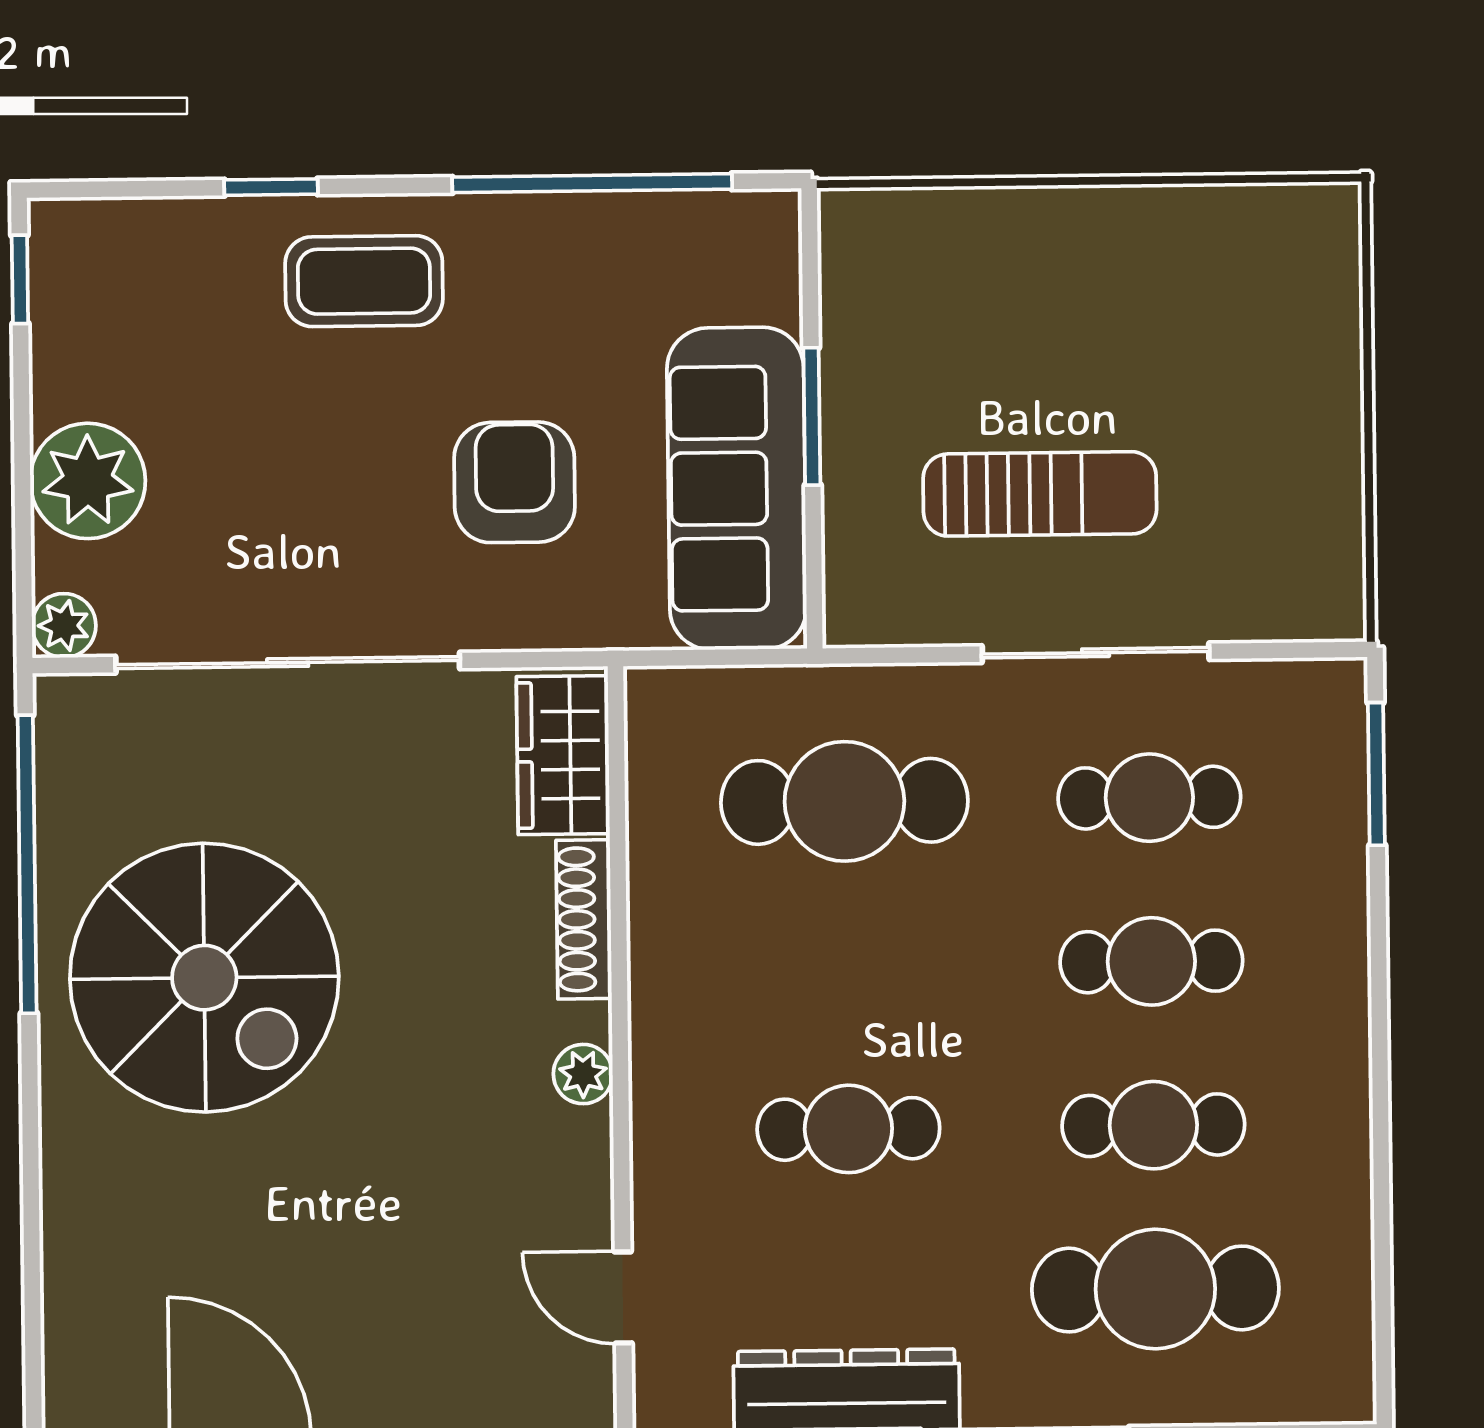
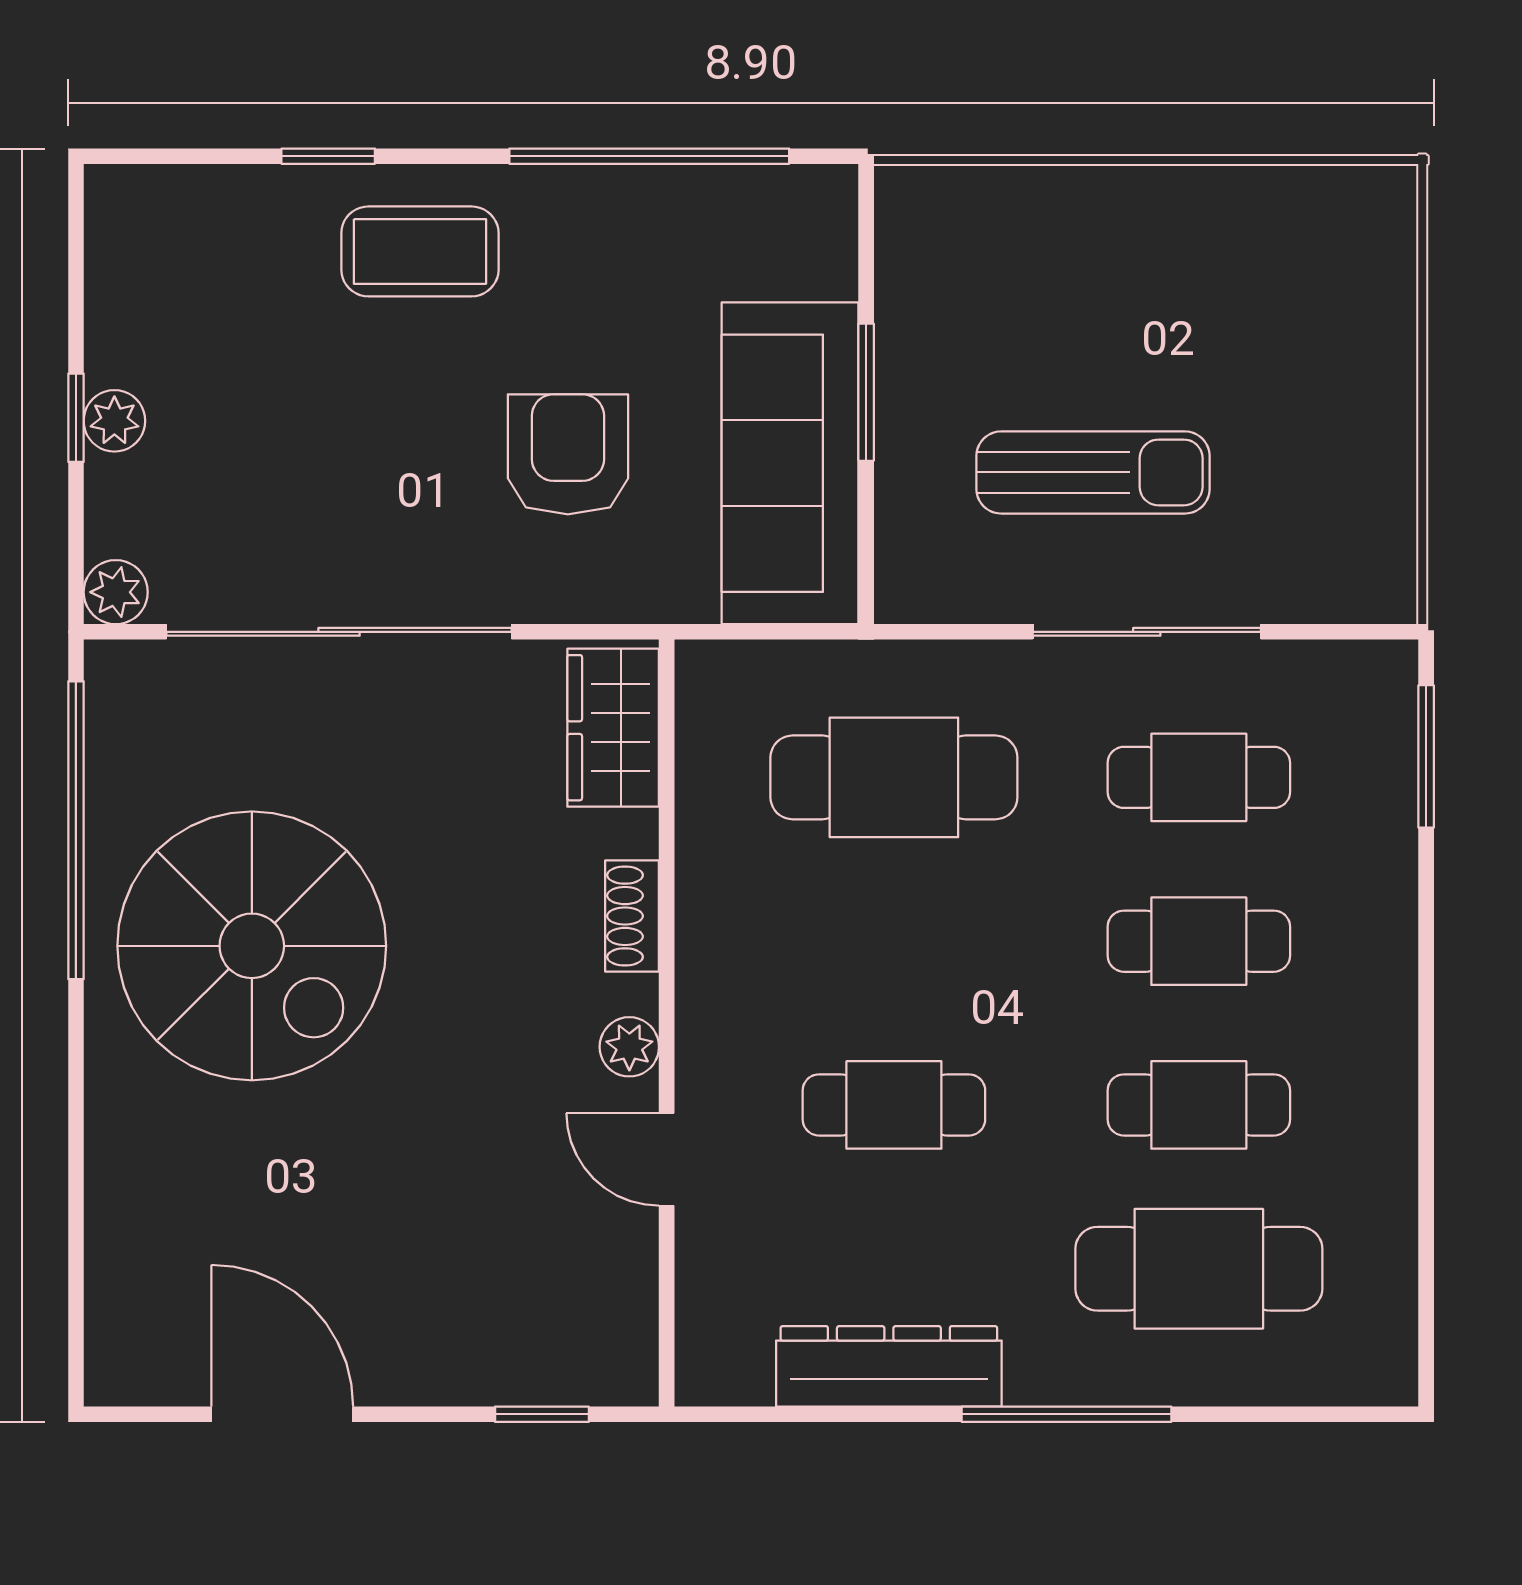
window: (20, 279) -> (76, 418), moved
plant: (88, 481) -> (114, 421), width x0.53, depth x0.53
shoe rack: (584, 919) -> (632, 916), width x0.70
door: (623, 1297) -> (667, 1159), moved

